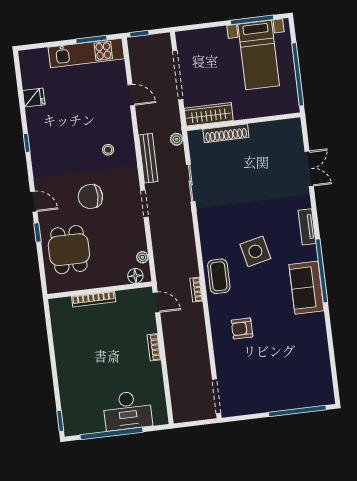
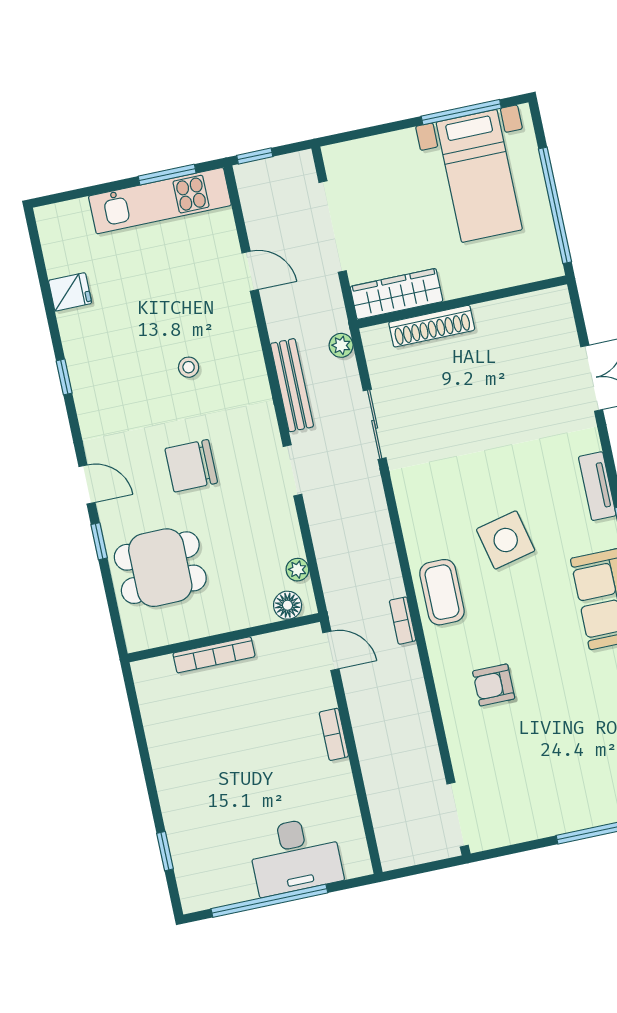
stool: (108, 150) -> (189, 367), moved
dining table: (69, 250) -> (160, 568), turned 90
window: (60, 421) -> (165, 851), moved

